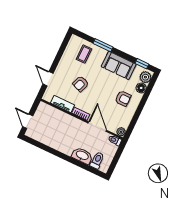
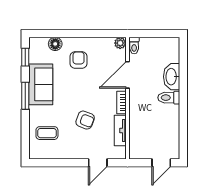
window: (103, 45) -> (25, 96), moved
plant: (145, 77) -> (40, 45), removed
toilet: (97, 160) -> (169, 98), moved

